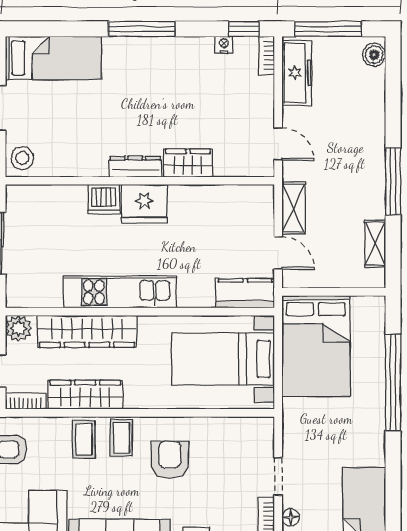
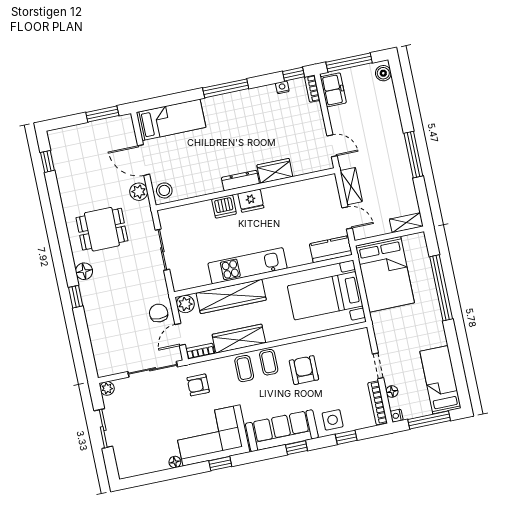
freezer: (297, 73) -> (333, 90), width x0.71
fridge: (144, 204) -> (251, 201), width x0.73, depth x0.75
shelving: (375, 244) -> (406, 223), moved, turned 90

